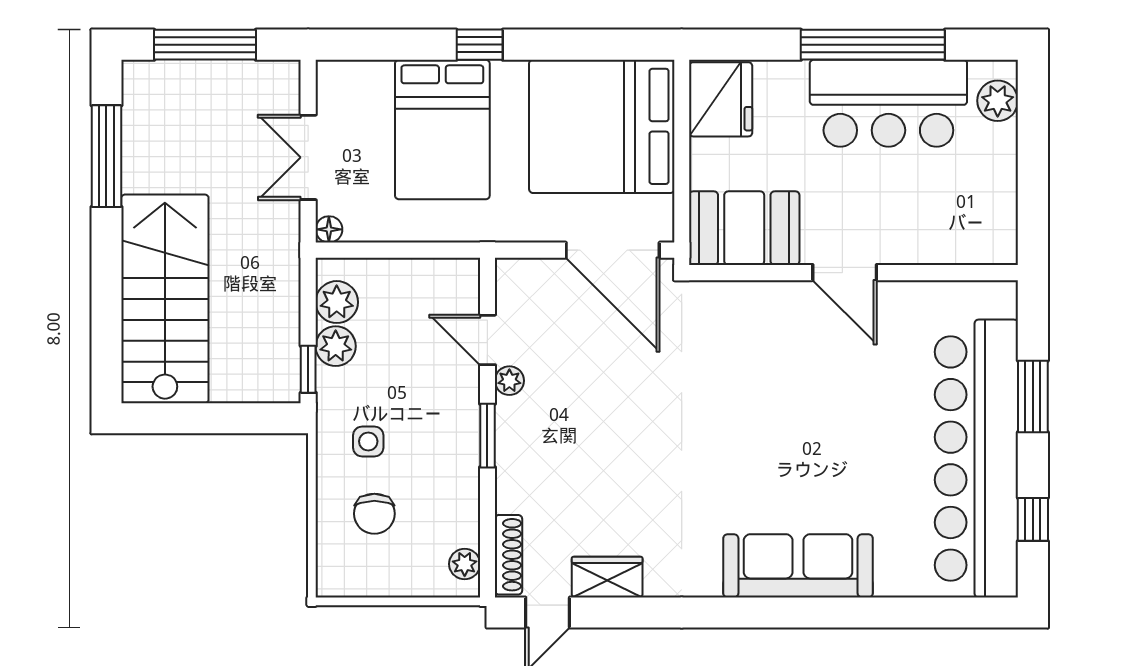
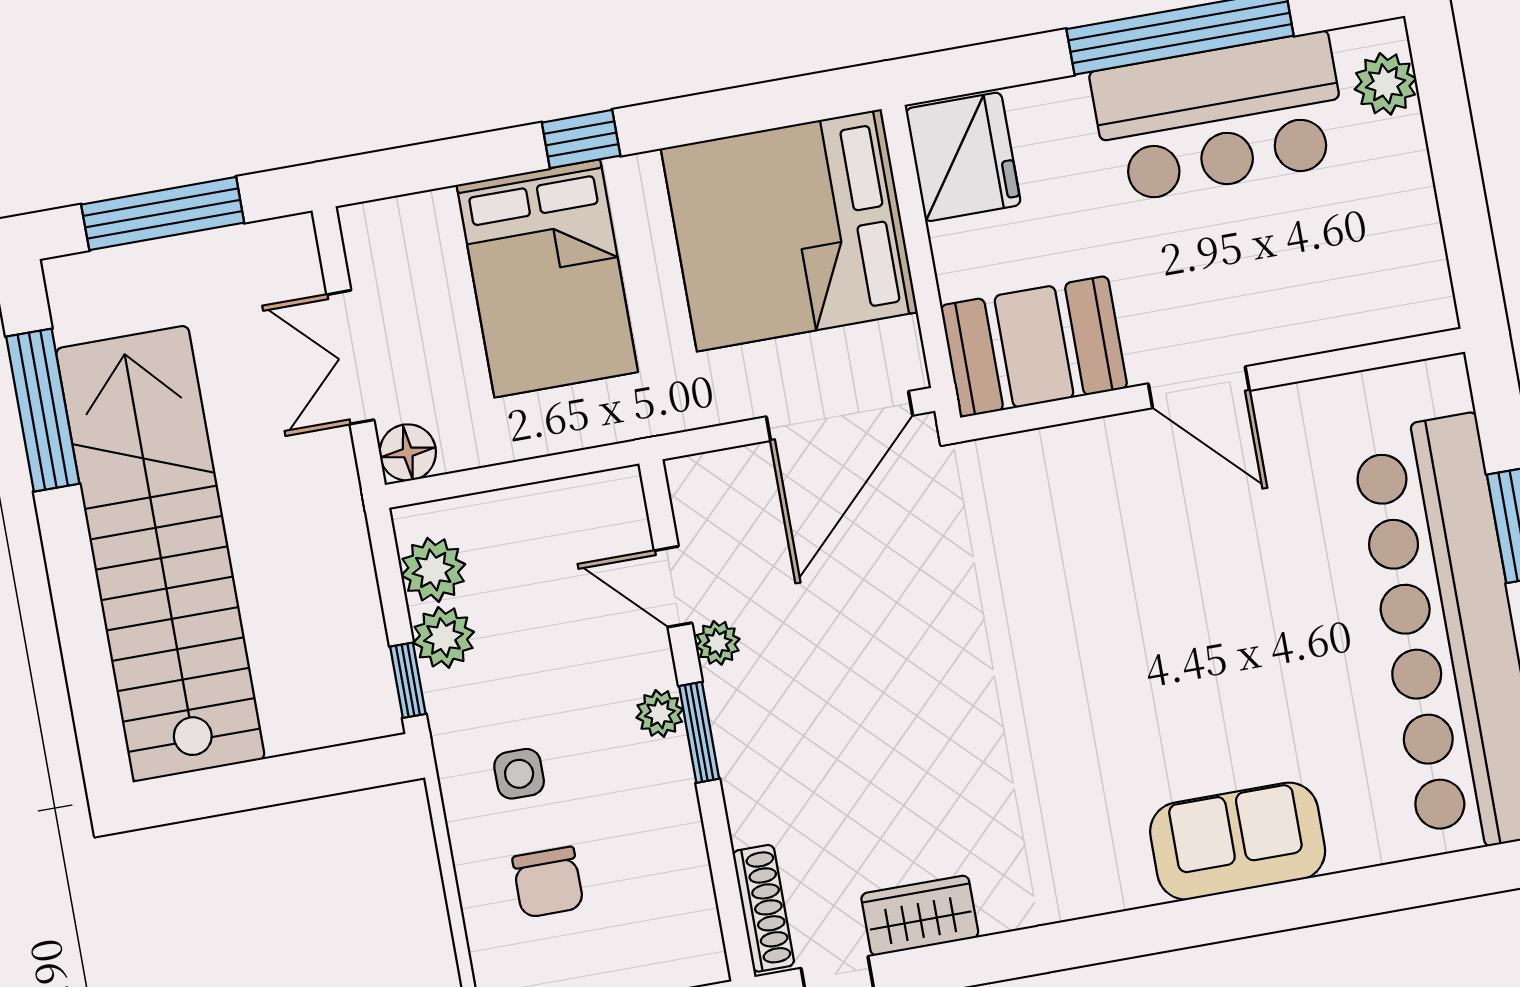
floor lamp: (329, 229) -> (408, 452), width x1.37, depth x1.37
door: (613, 250) -> (840, 416), hinge flipped
stairs: (165, 299) -> (160, 554), width x1.36
plant: (465, 564) -> (660, 713), moved
sofa: (798, 566) -> (1238, 841), width x0.73

